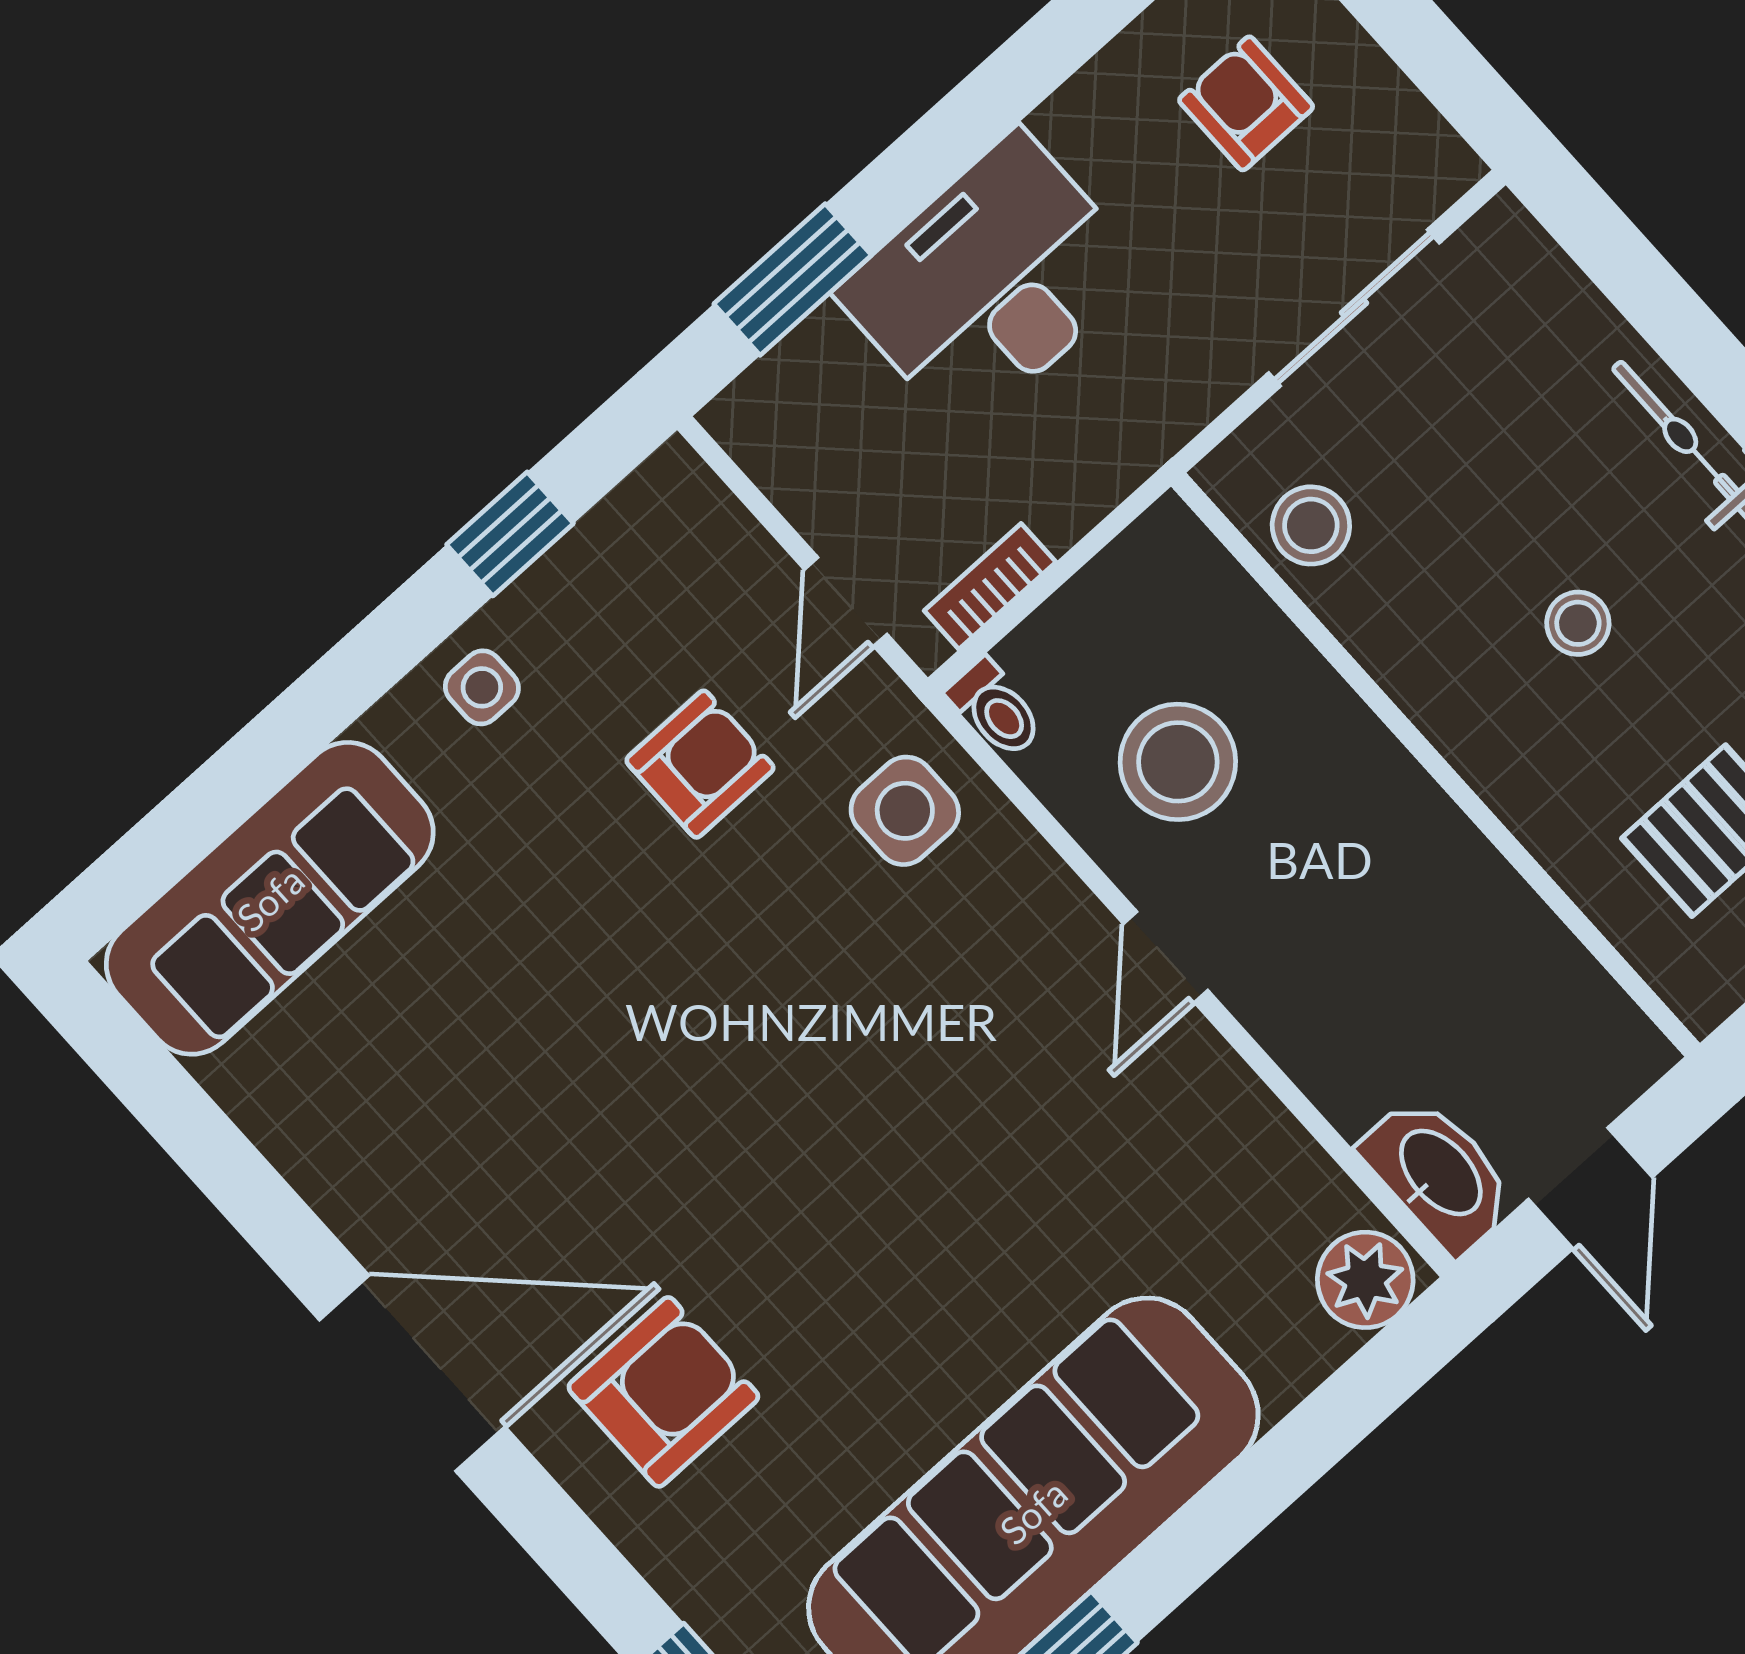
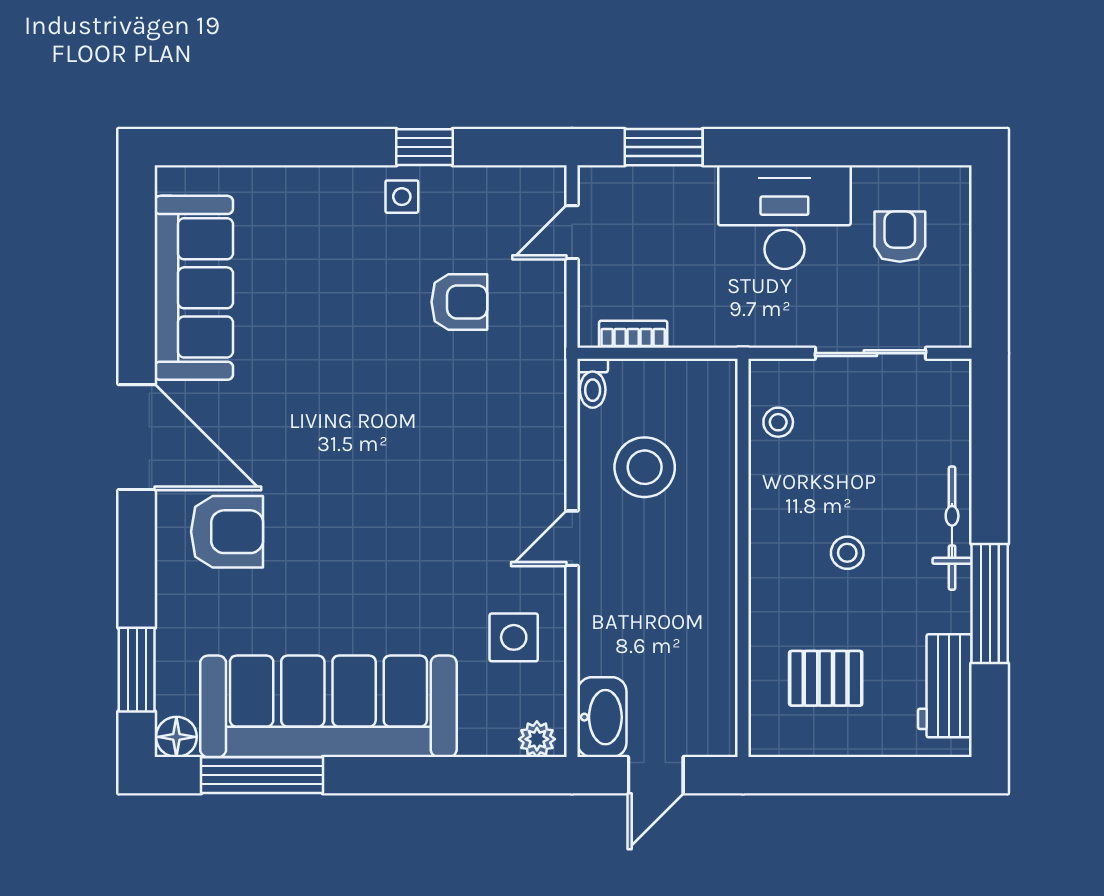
desk: (991, 282) -> (784, 217), moved
stool: (1311, 525) -> (778, 422), width x0.73, depth x0.73
window: (510, 534) -> (425, 147), moved
door: (846, 602) -> (572, 232), moved
side table: (905, 811) -> (514, 637), moved
sofa: (270, 898) -> (194, 288), moved, turned -90
plant: (1365, 1280) -> (537, 739), width x0.73, depth x0.73

